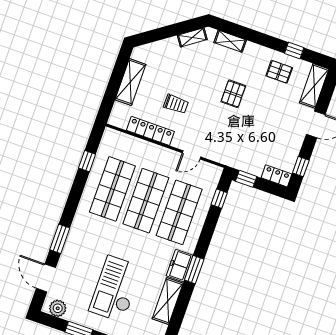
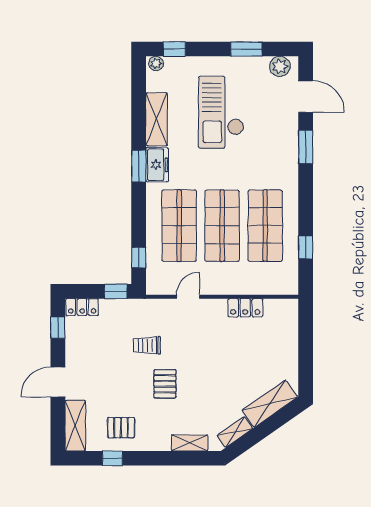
shelving: (130, 82) -> (270, 404), moved, turned 55
trolley: (176, 104) -> (147, 345), moved
locker: (150, 131) -> (245, 308), width x0.66
checkout: (116, 289) -> (221, 112), turned 180

